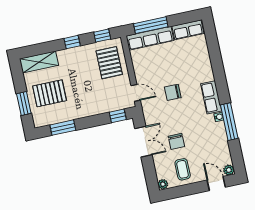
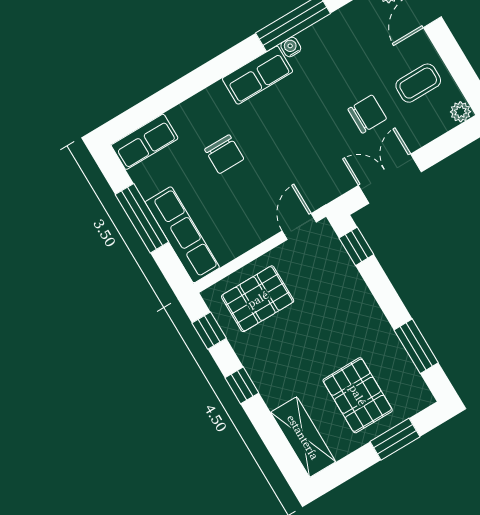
window: (151, 25) -> (142, 218), moved
row of seats: (188, 30) -> (145, 142), moved, turned 90
chair: (173, 92) -> (224, 154), moved

